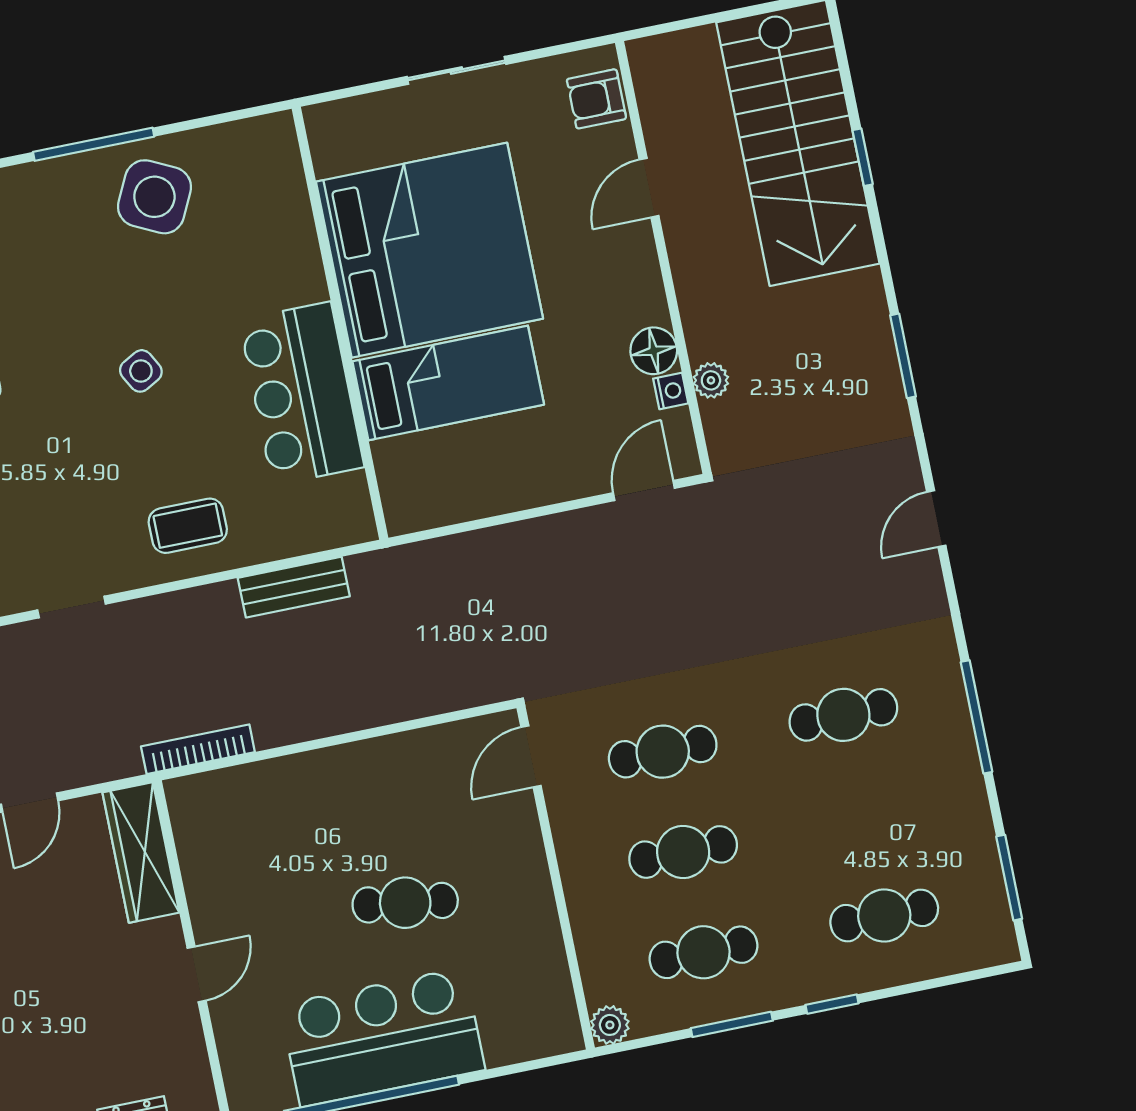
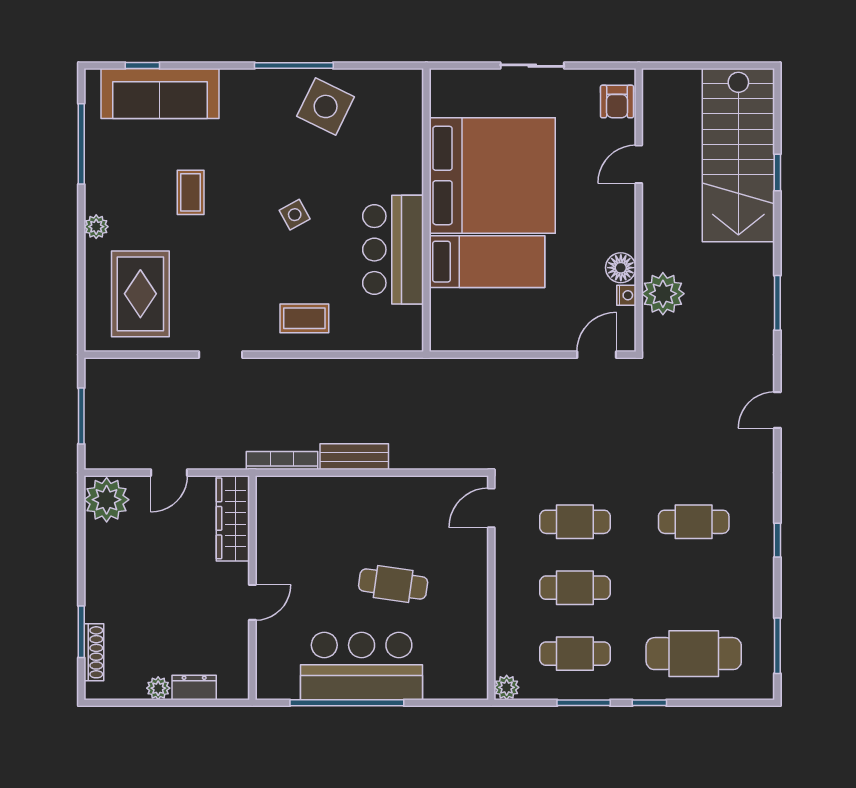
armchair: (596, 99) -> (617, 101), turned -90
plant: (711, 380) -> (663, 294), width x1.88, depth x1.88
bench: (294, 587) -> (354, 457), moved
window: (976, 717) -> (777, 540), width x0.46
cafe table: (884, 916) -> (694, 654), width x1.37, depth x1.35

